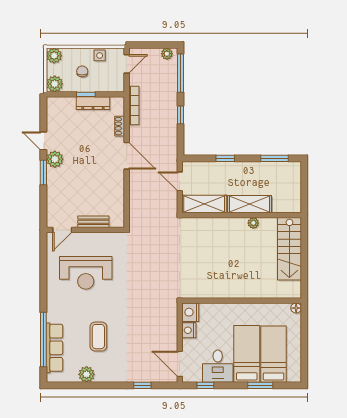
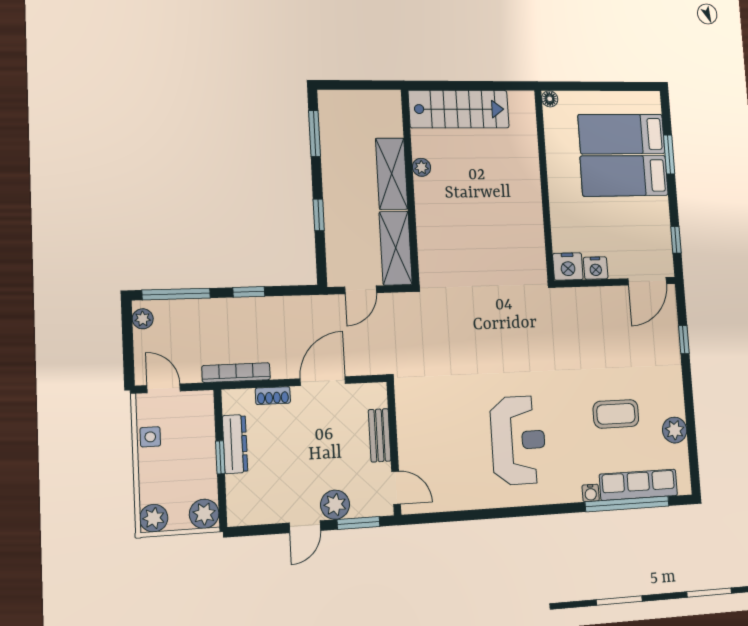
chair: (82, 71) -> (180, 466), removed
bench: (93, 222) -> (380, 435), moved
door: (62, 230) -> (396, 488), moved
wall: (85, 230) -> (394, 448), moved
water cooler: (52, 316) -> (591, 493), added
desk: (218, 366) -> (646, 221), removed

